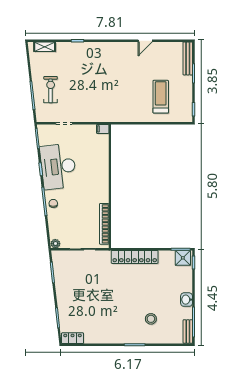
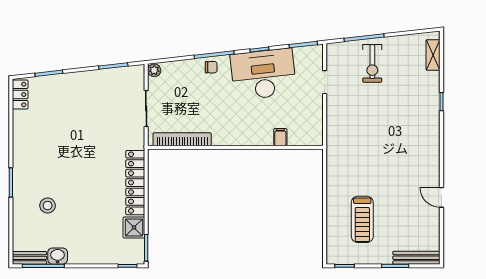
exercise bike: (51, 90) -> (372, 63), turned 90
treadmill: (161, 97) -> (362, 219), turned 90
filing cabinet: (103, 129) -> (280, 137), moved
shower: (183, 258) -> (134, 228), moved
washbasin: (187, 300) -> (58, 256), moved

